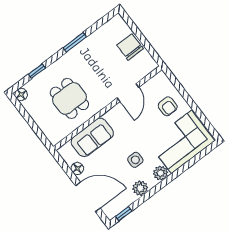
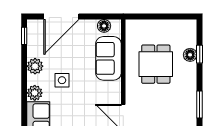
floor lamp: (21, 94) -> (190, 55), moved
dining table: (69, 98) -> (156, 64), turned 90
floor lamp: (77, 169) -> (104, 26), moved

